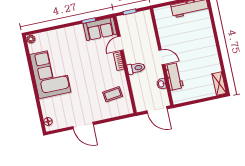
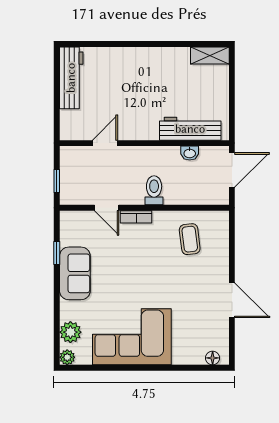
sofa: (100, 29) -> (75, 273), moved
plant: (46, 38) -> (70, 332), added
door: (162, 57) -> (105, 143), moved
workbench: (174, 76) -> (190, 129), width x1.38
door: (83, 126) -> (232, 300), hinge flipped

